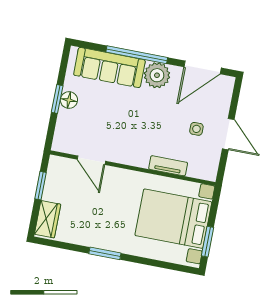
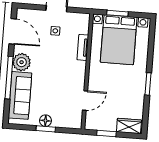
window: (208, 242) -> (117, 13), moved

